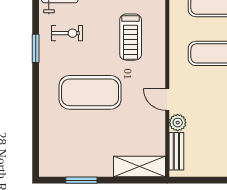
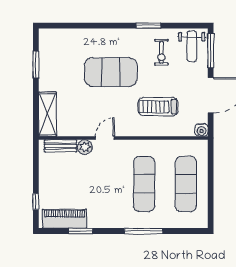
exercise mat: (90, 92) -> (111, 72), turned 90

